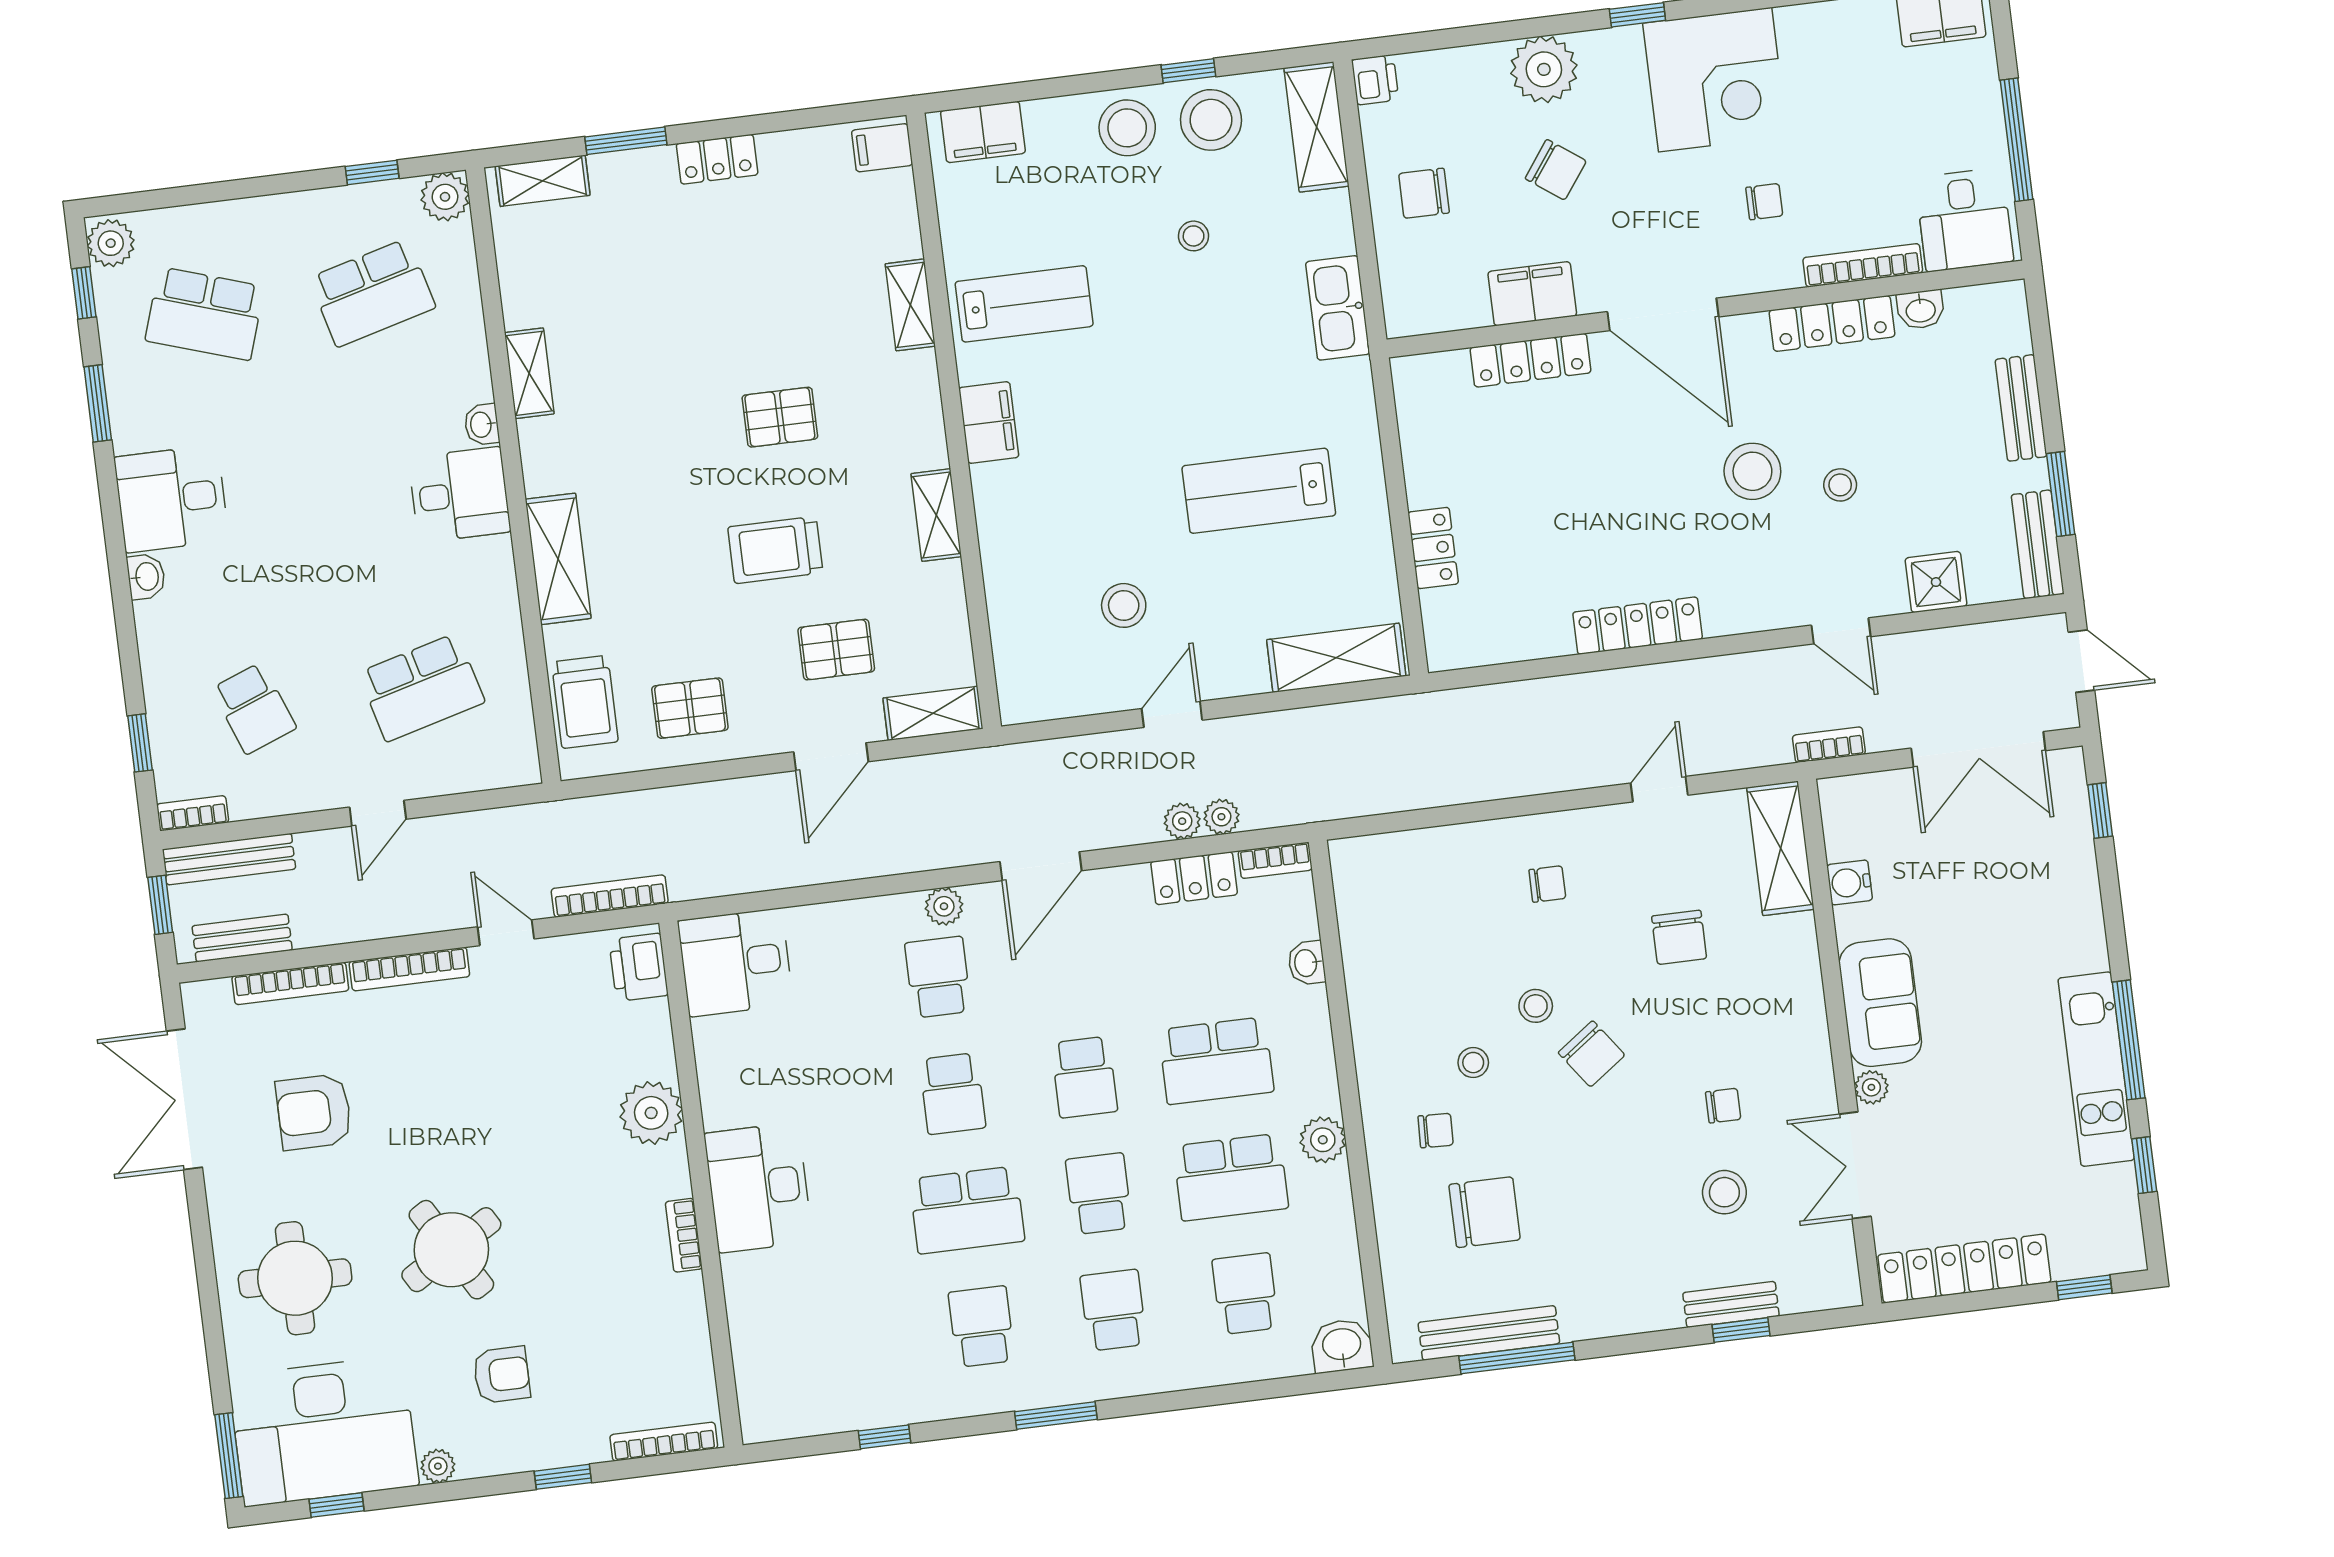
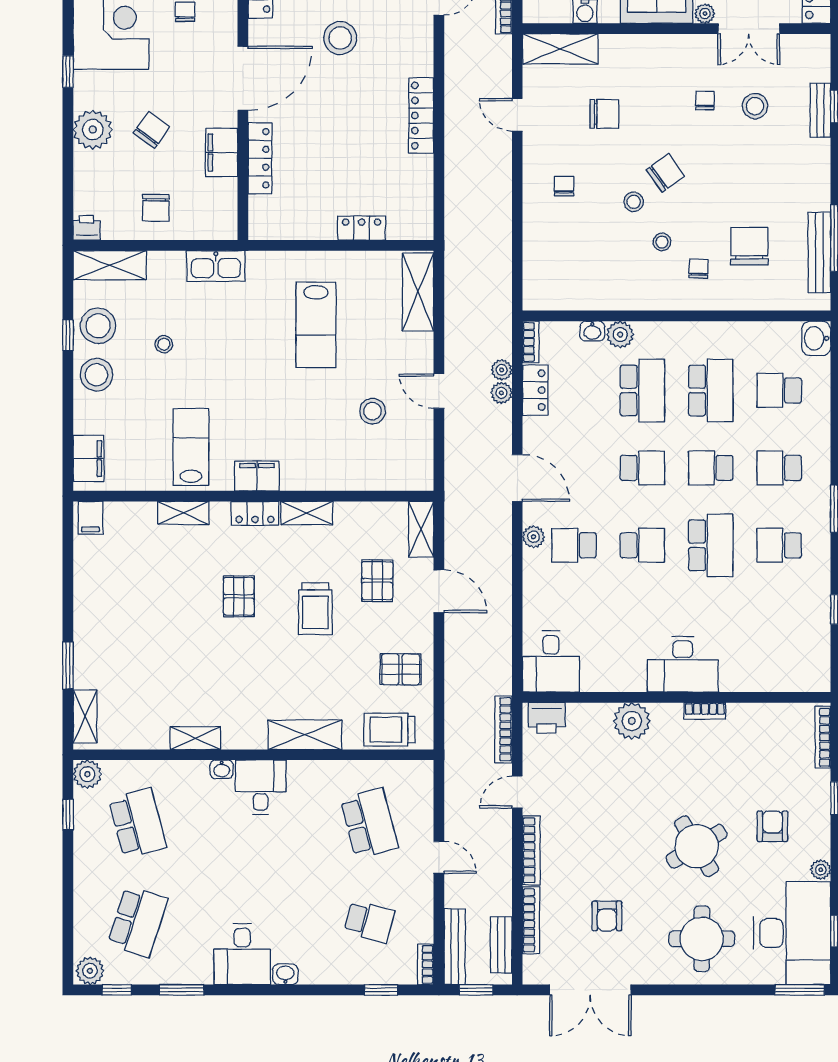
locker: (717, 159) -> (255, 513), moved, turned 90
trolley: (585, 702) -> (389, 730), turned 180
school desk: (254, 708) -> (369, 922), turned 36
pallet: (690, 708) -> (401, 669), turned 90
armchair: (314, 1112) -> (607, 916), width x0.72, depth x0.72
plant: (1323, 1140) -> (620, 335), moved

